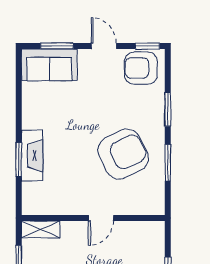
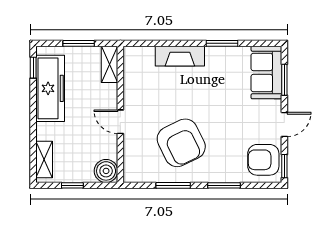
armchair: (141, 68) -> (263, 160), turned -90
window: (19, 160) -> (222, 43), moved
boiler: (153, 233) -> (106, 171), added

